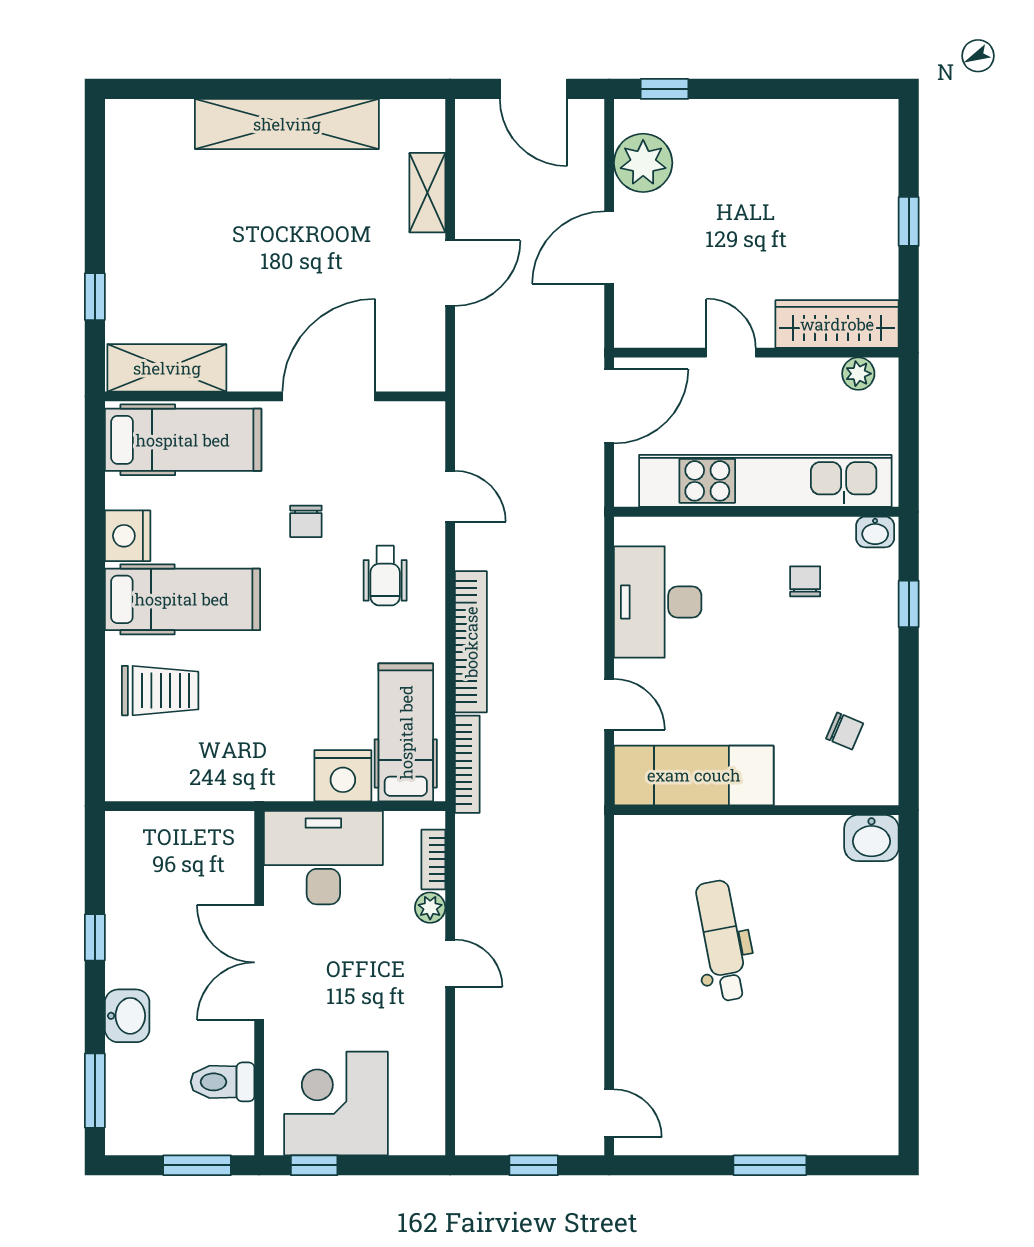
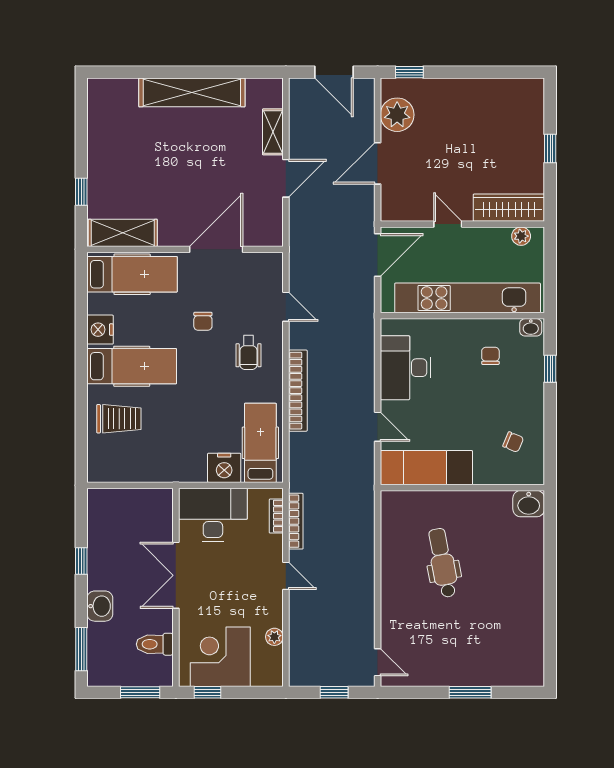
bookcase: (467, 764) -> (296, 521), moved
plant: (430, 908) -> (274, 637), moved

